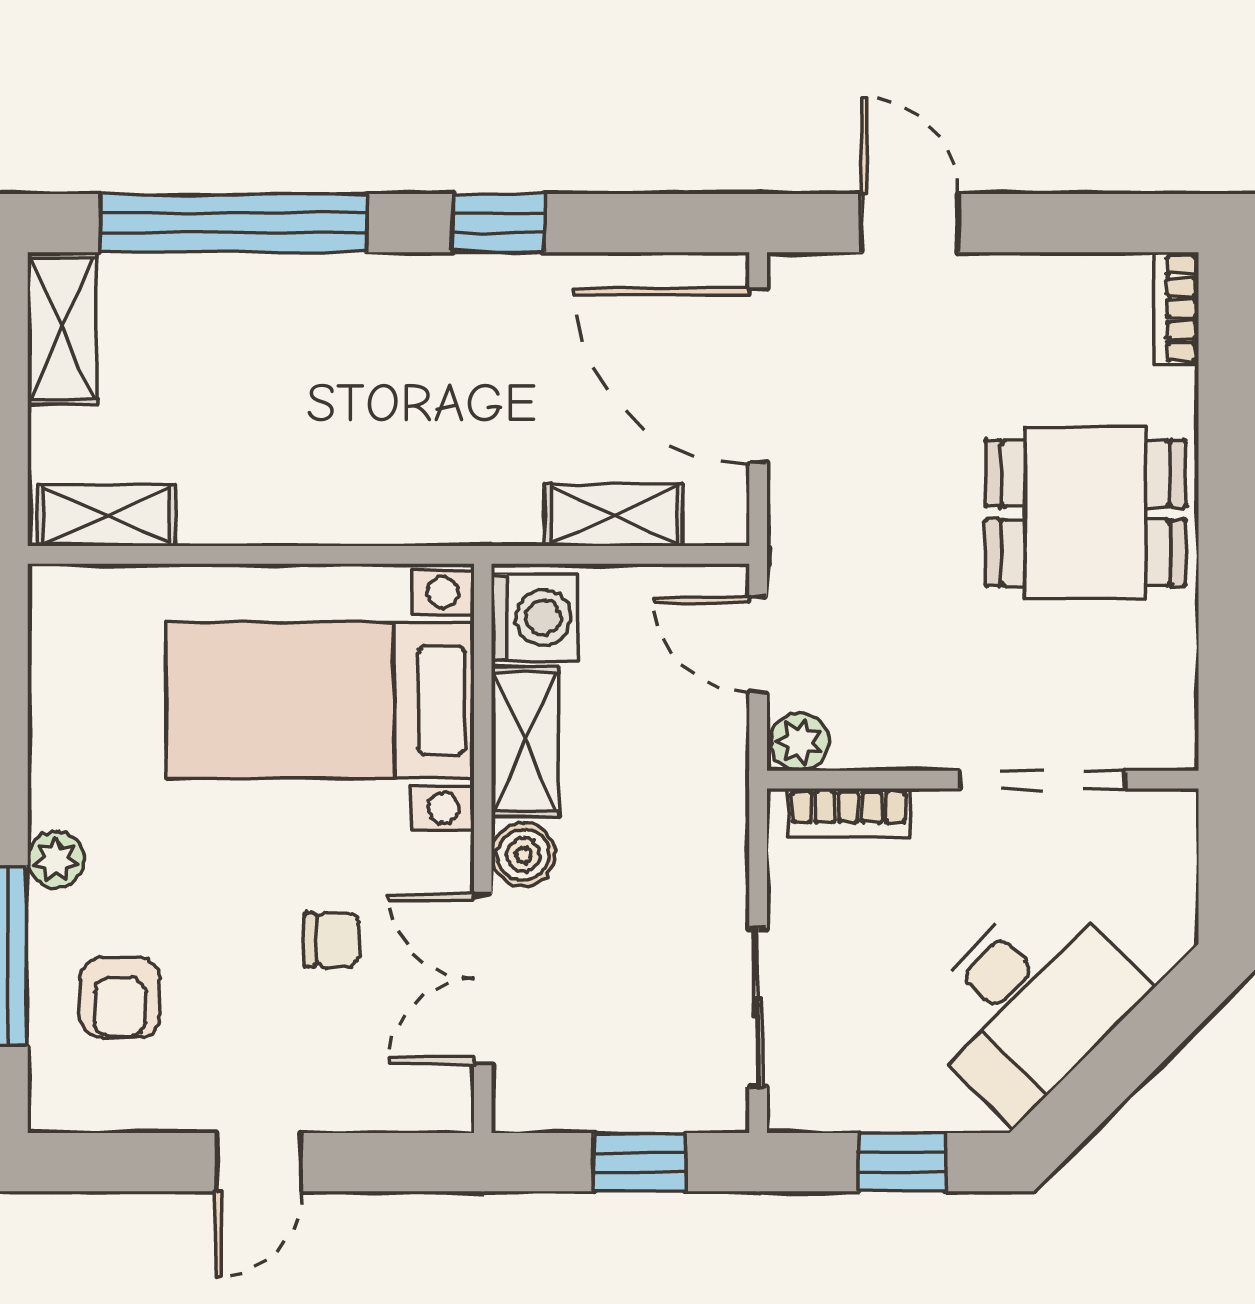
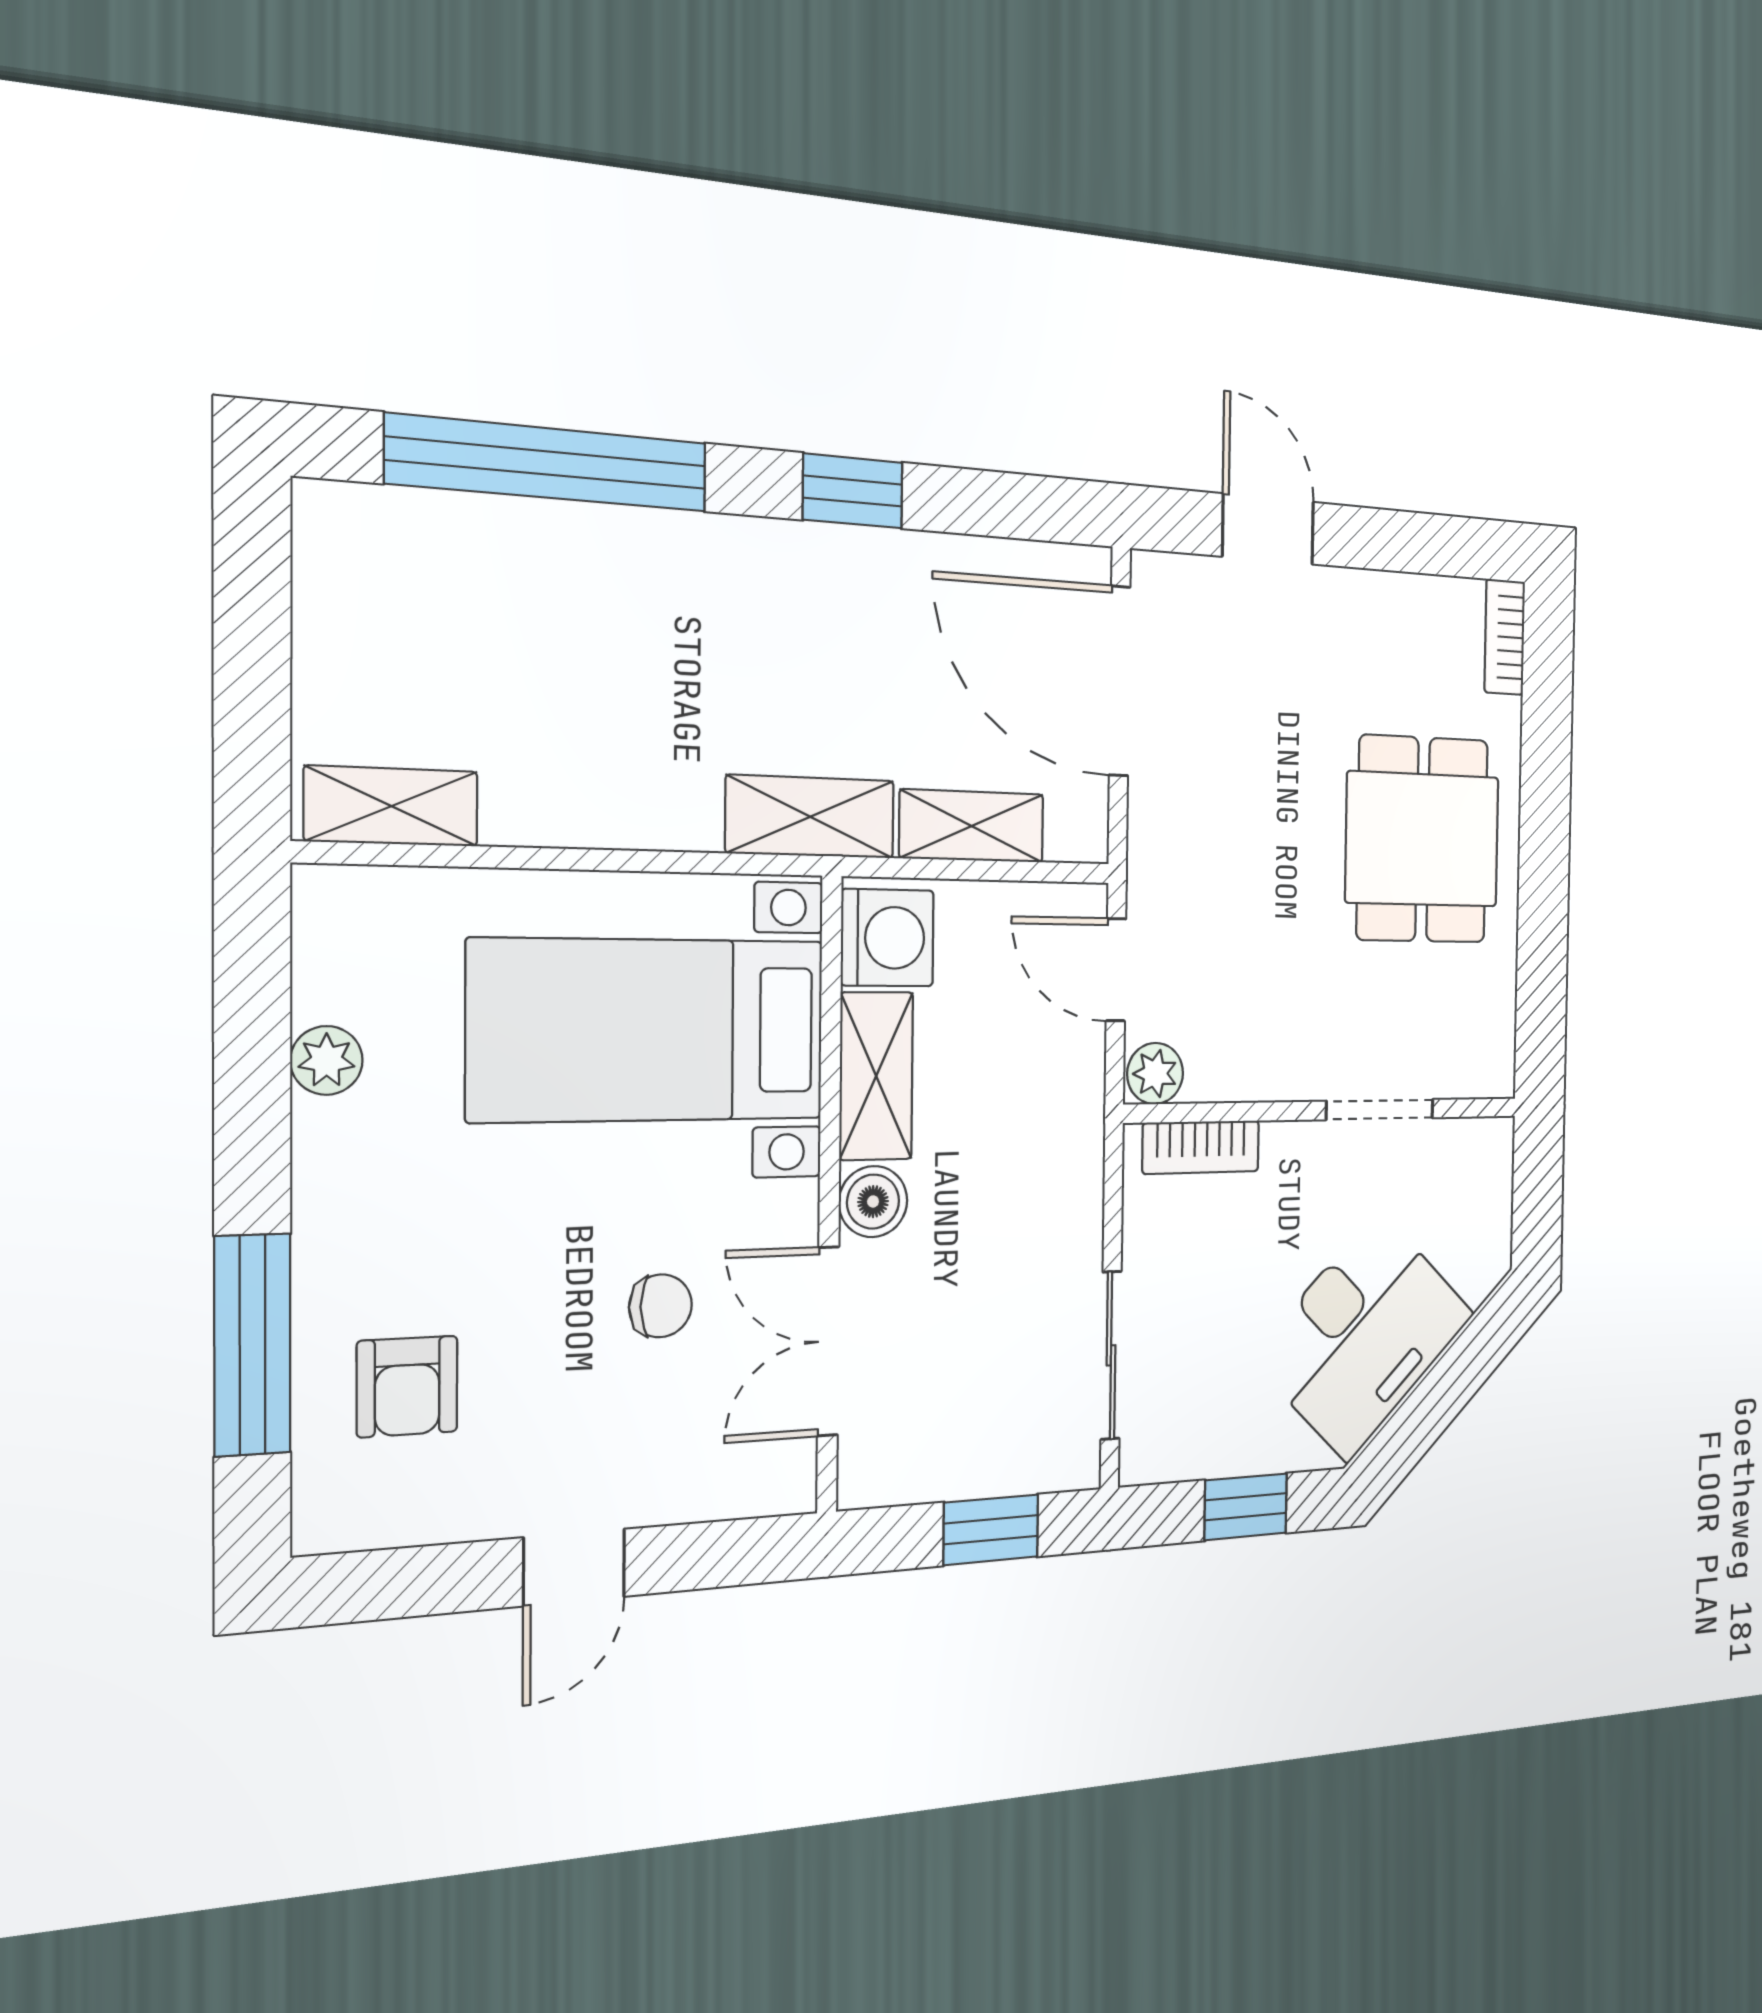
shelving: (62, 328) -> (810, 817), moved, turned 90
dining table: (1086, 513) -> (1422, 839), turned 90
doorway: (1043, 780) -> (1380, 1110), width x0.73
plant: (56, 860) -> (327, 1060), moved

